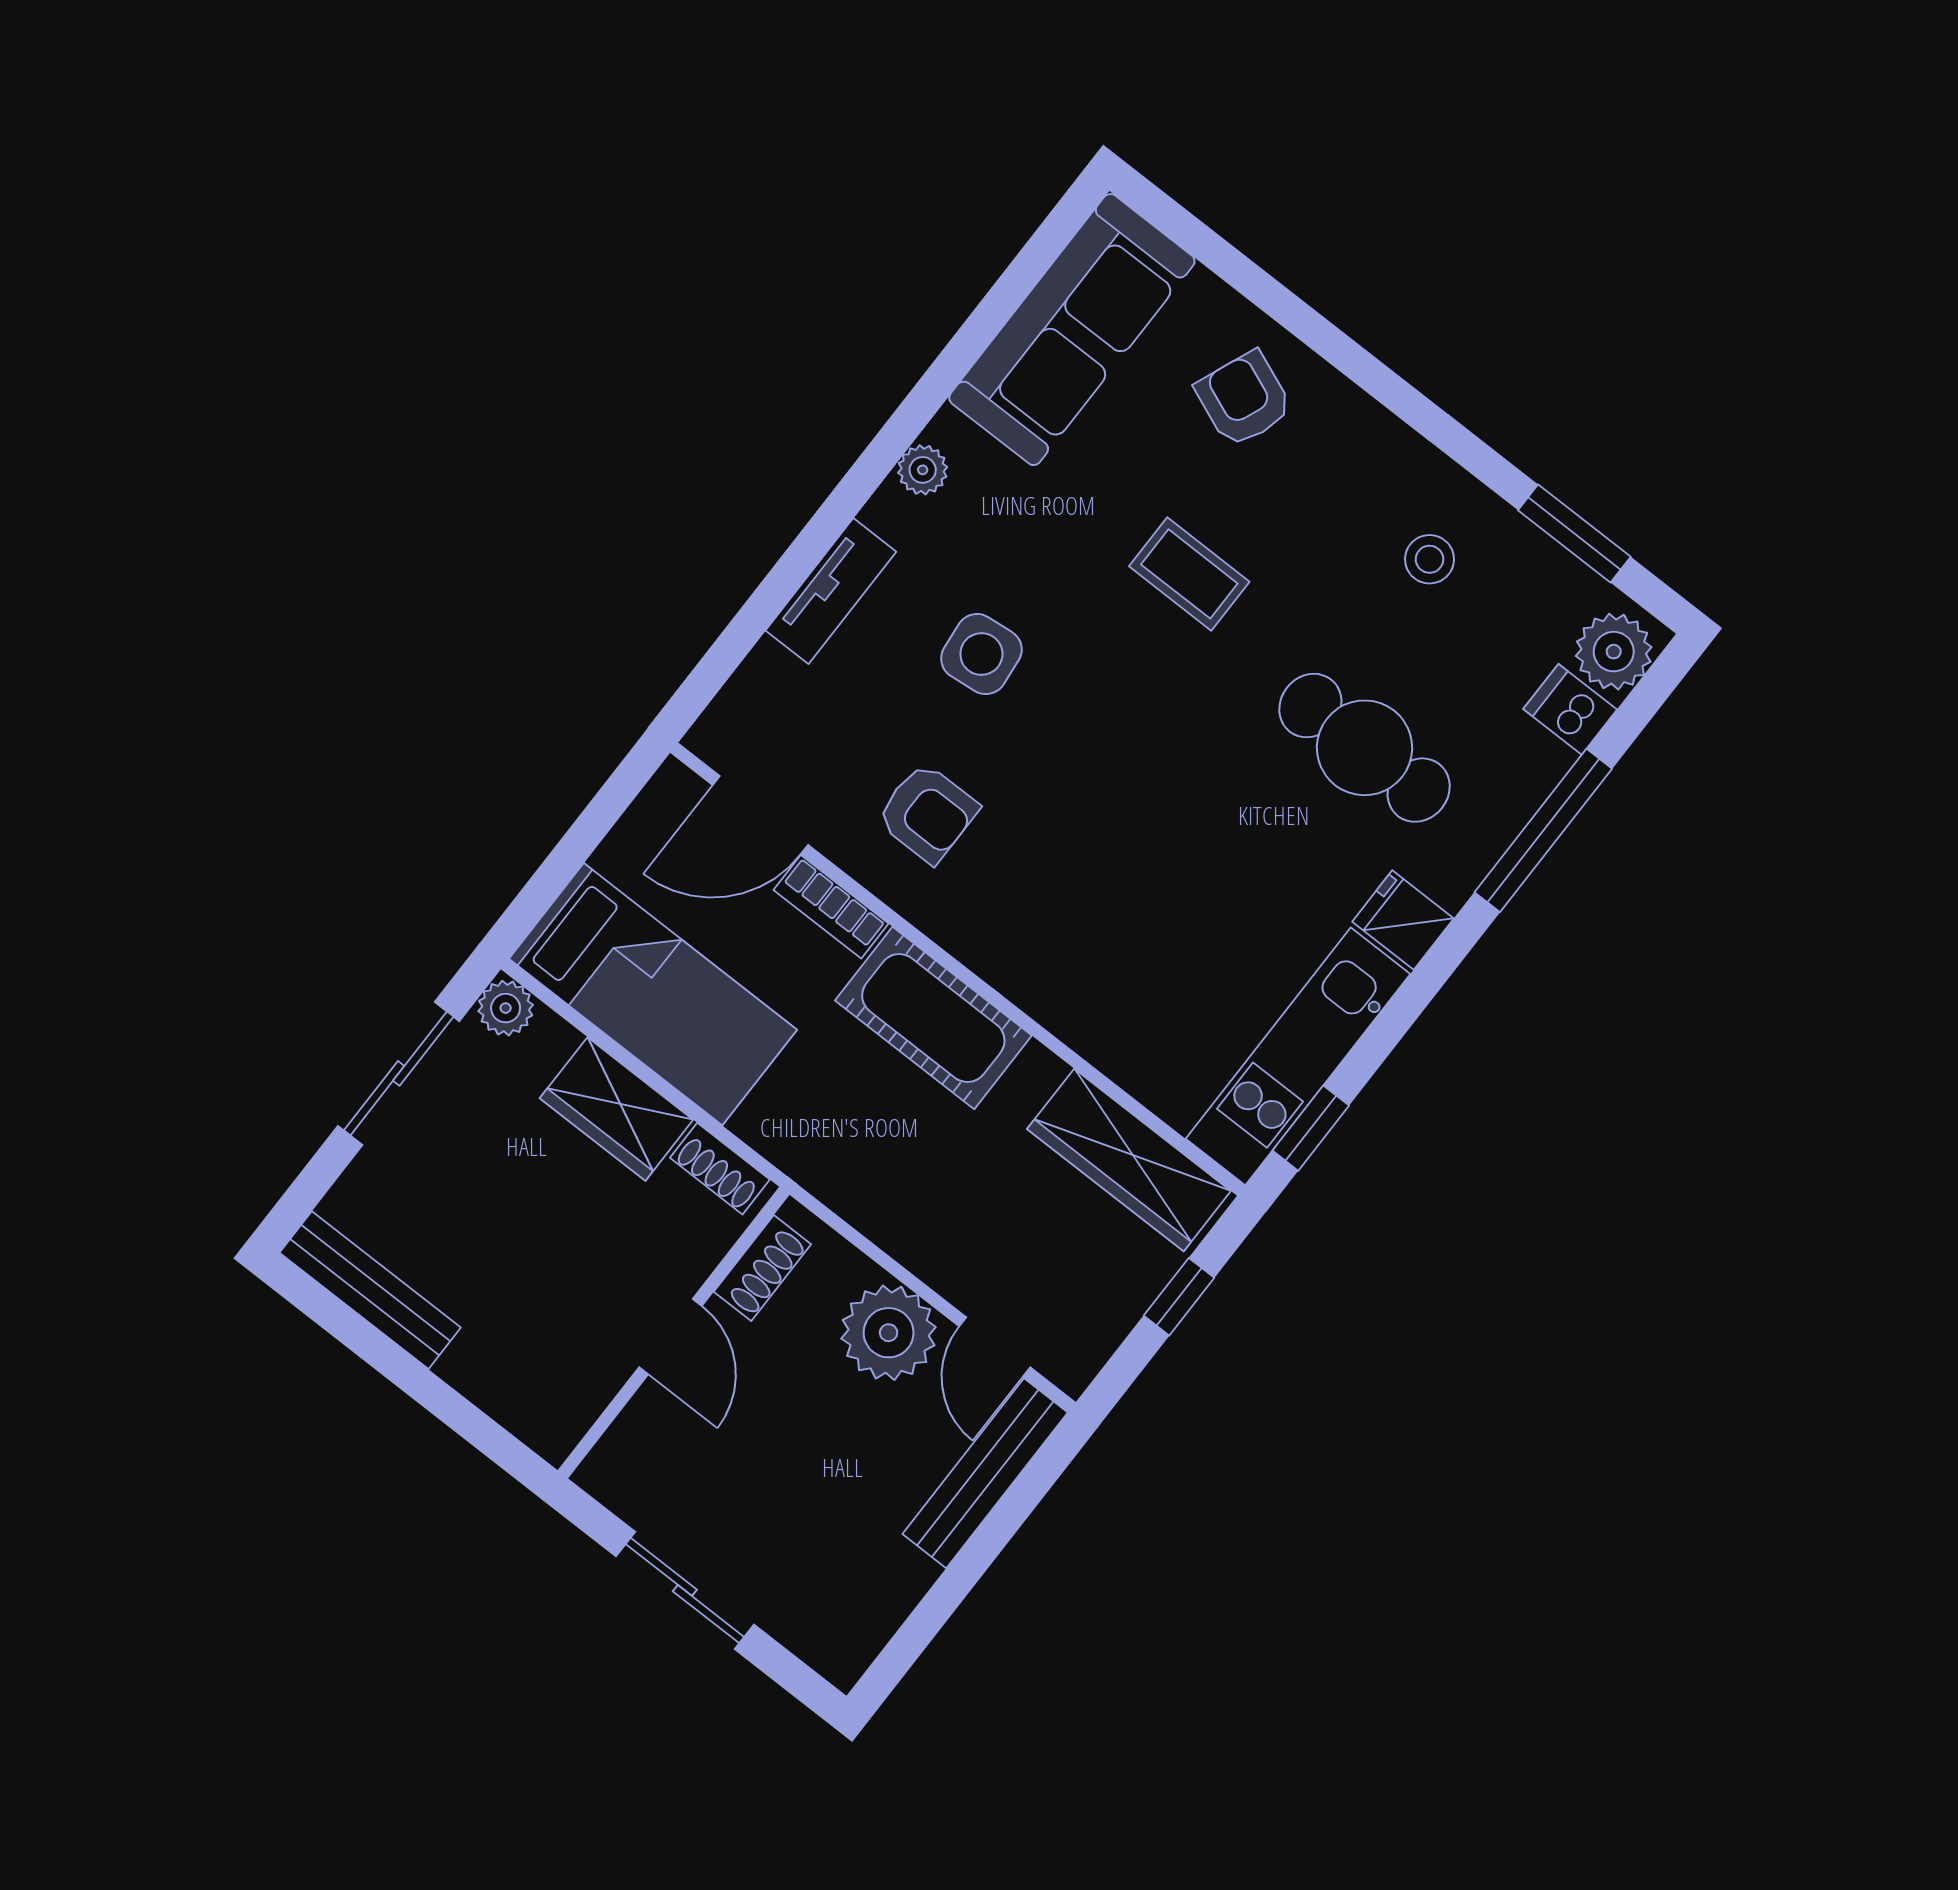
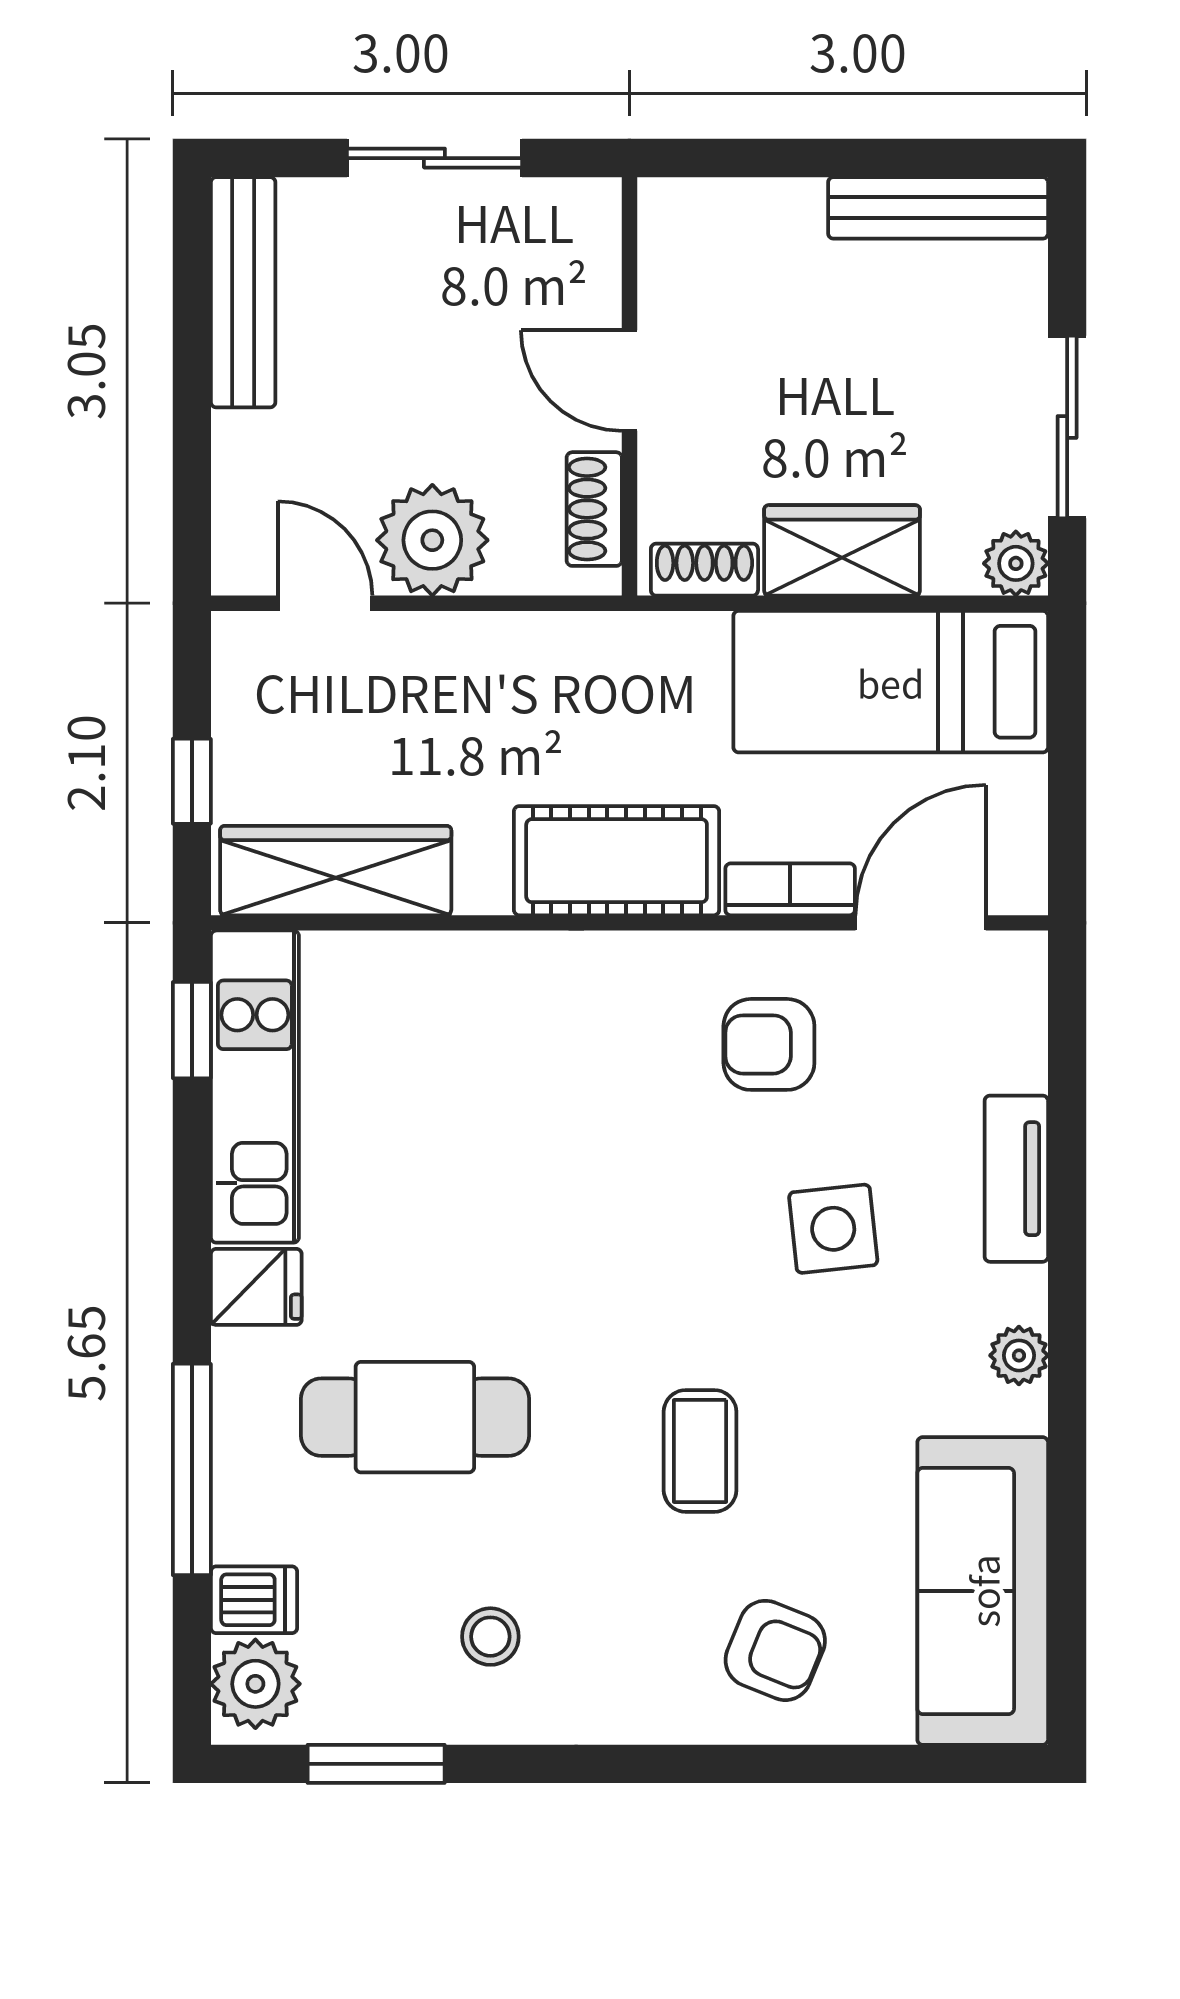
coffee table: (1189, 574) -> (700, 1451), turned 90
bench: (985, 1473) -> (243, 292), moved

